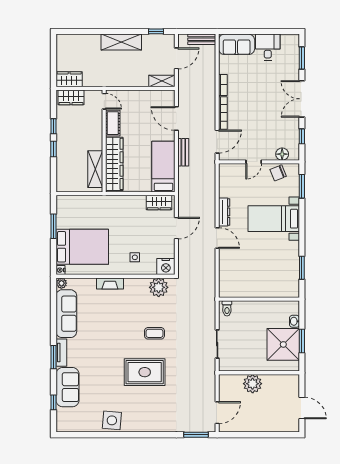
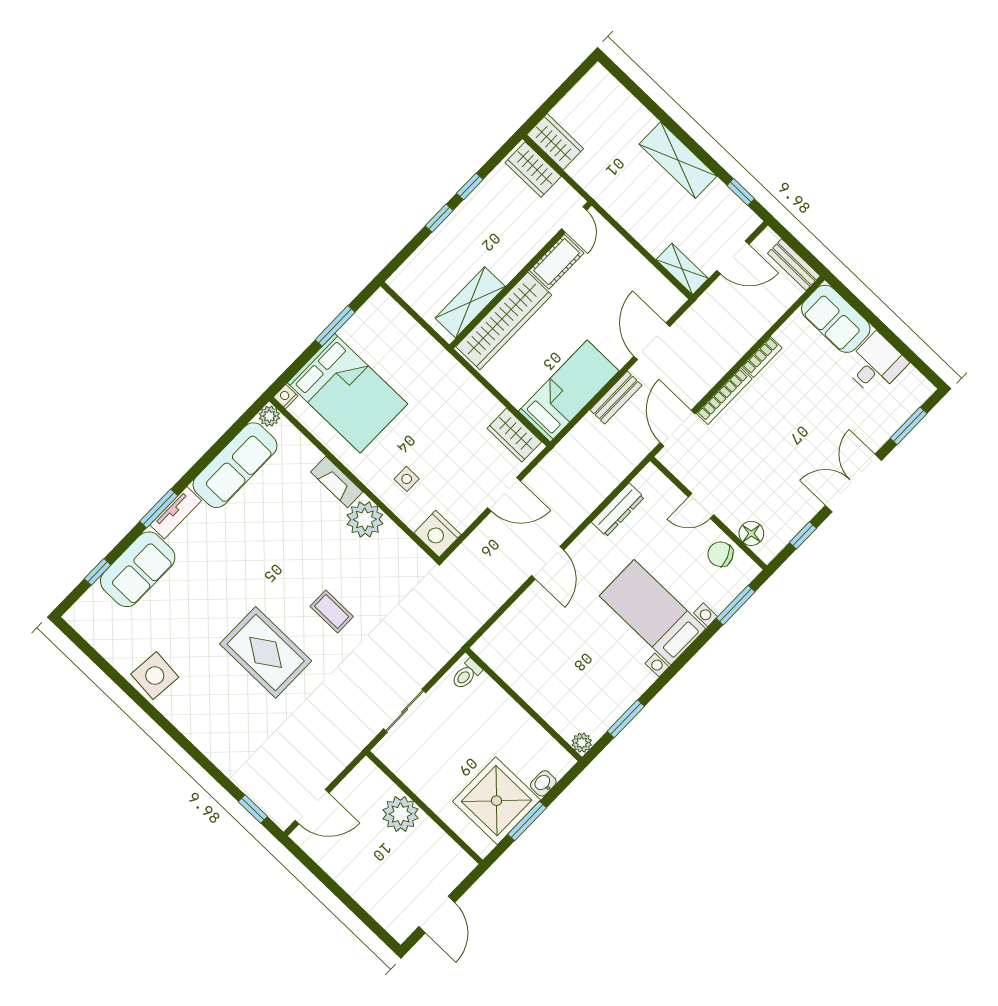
door: (217, 142) -> (678, 428), swing flipped
dresser: (224, 212) -> (618, 510), moved
plant: (159, 287) -> (365, 519), moved
plant: (294, 292) -> (582, 743), added
window: (196, 435) -> (253, 809), width x0.67

